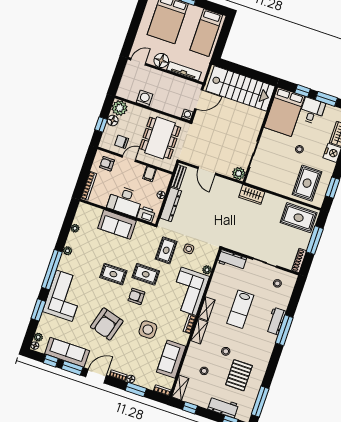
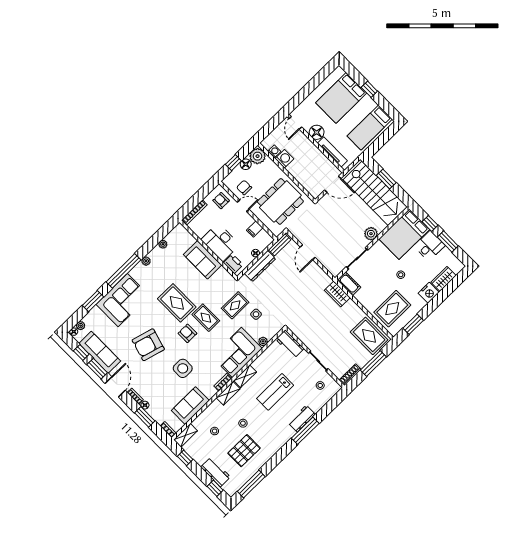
door: (138, 62) -> (295, 123), swing flipped
window: (244, 71) -> (386, 179), added
washing machine: (187, 115) -> (274, 151), moved
plant: (239, 173) -> (371, 234), moved
cot: (257, 180) -> (349, 284), added
rug: (113, 274) -> (177, 303), width x1.36, depth x1.43
door: (96, 376) -> (115, 387), hinge flipped

